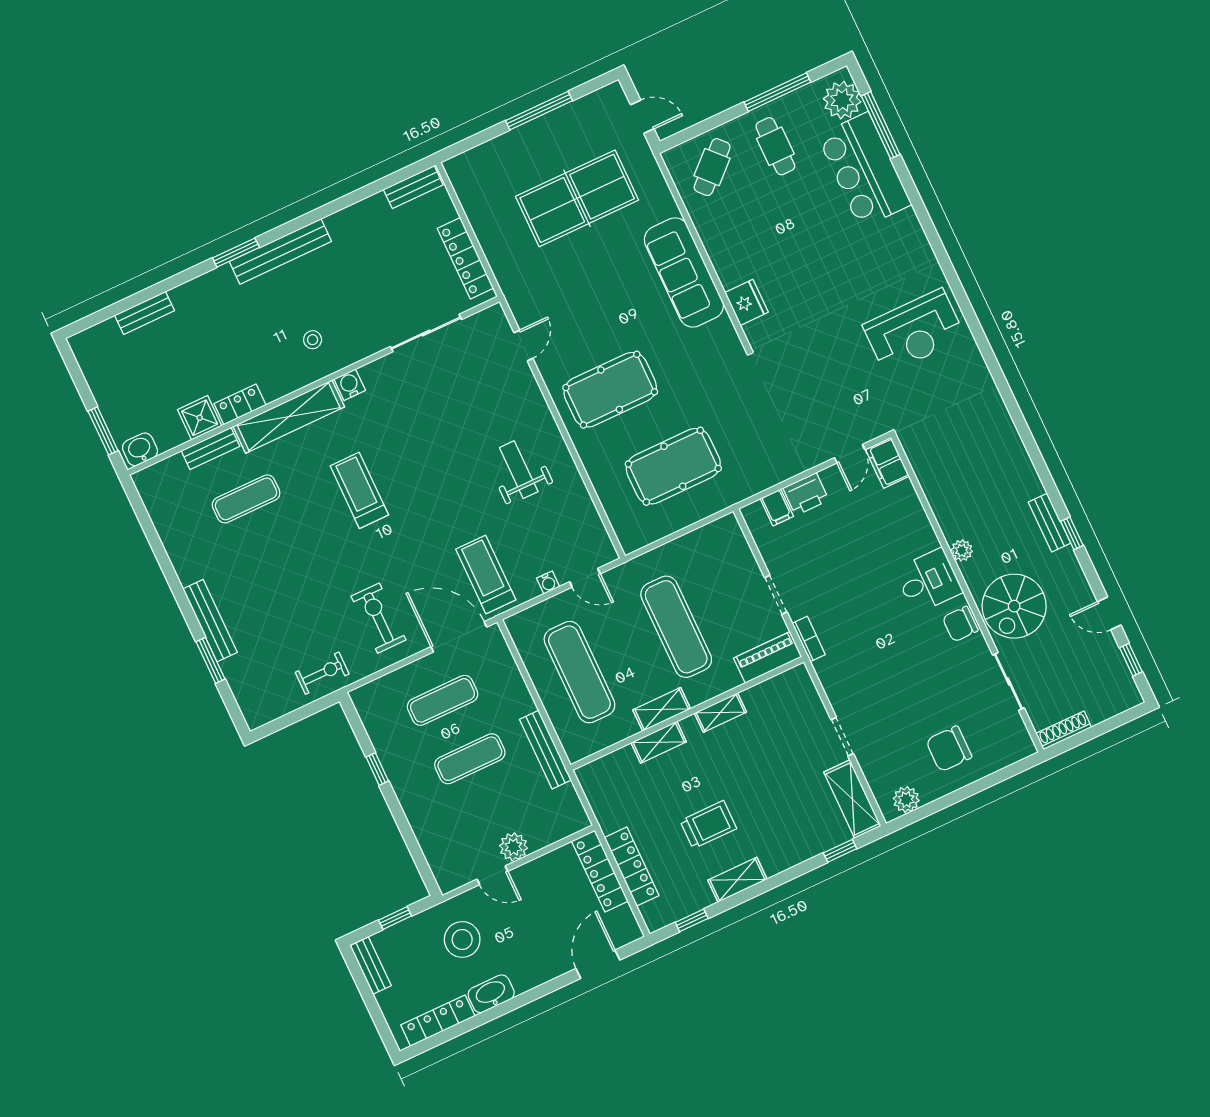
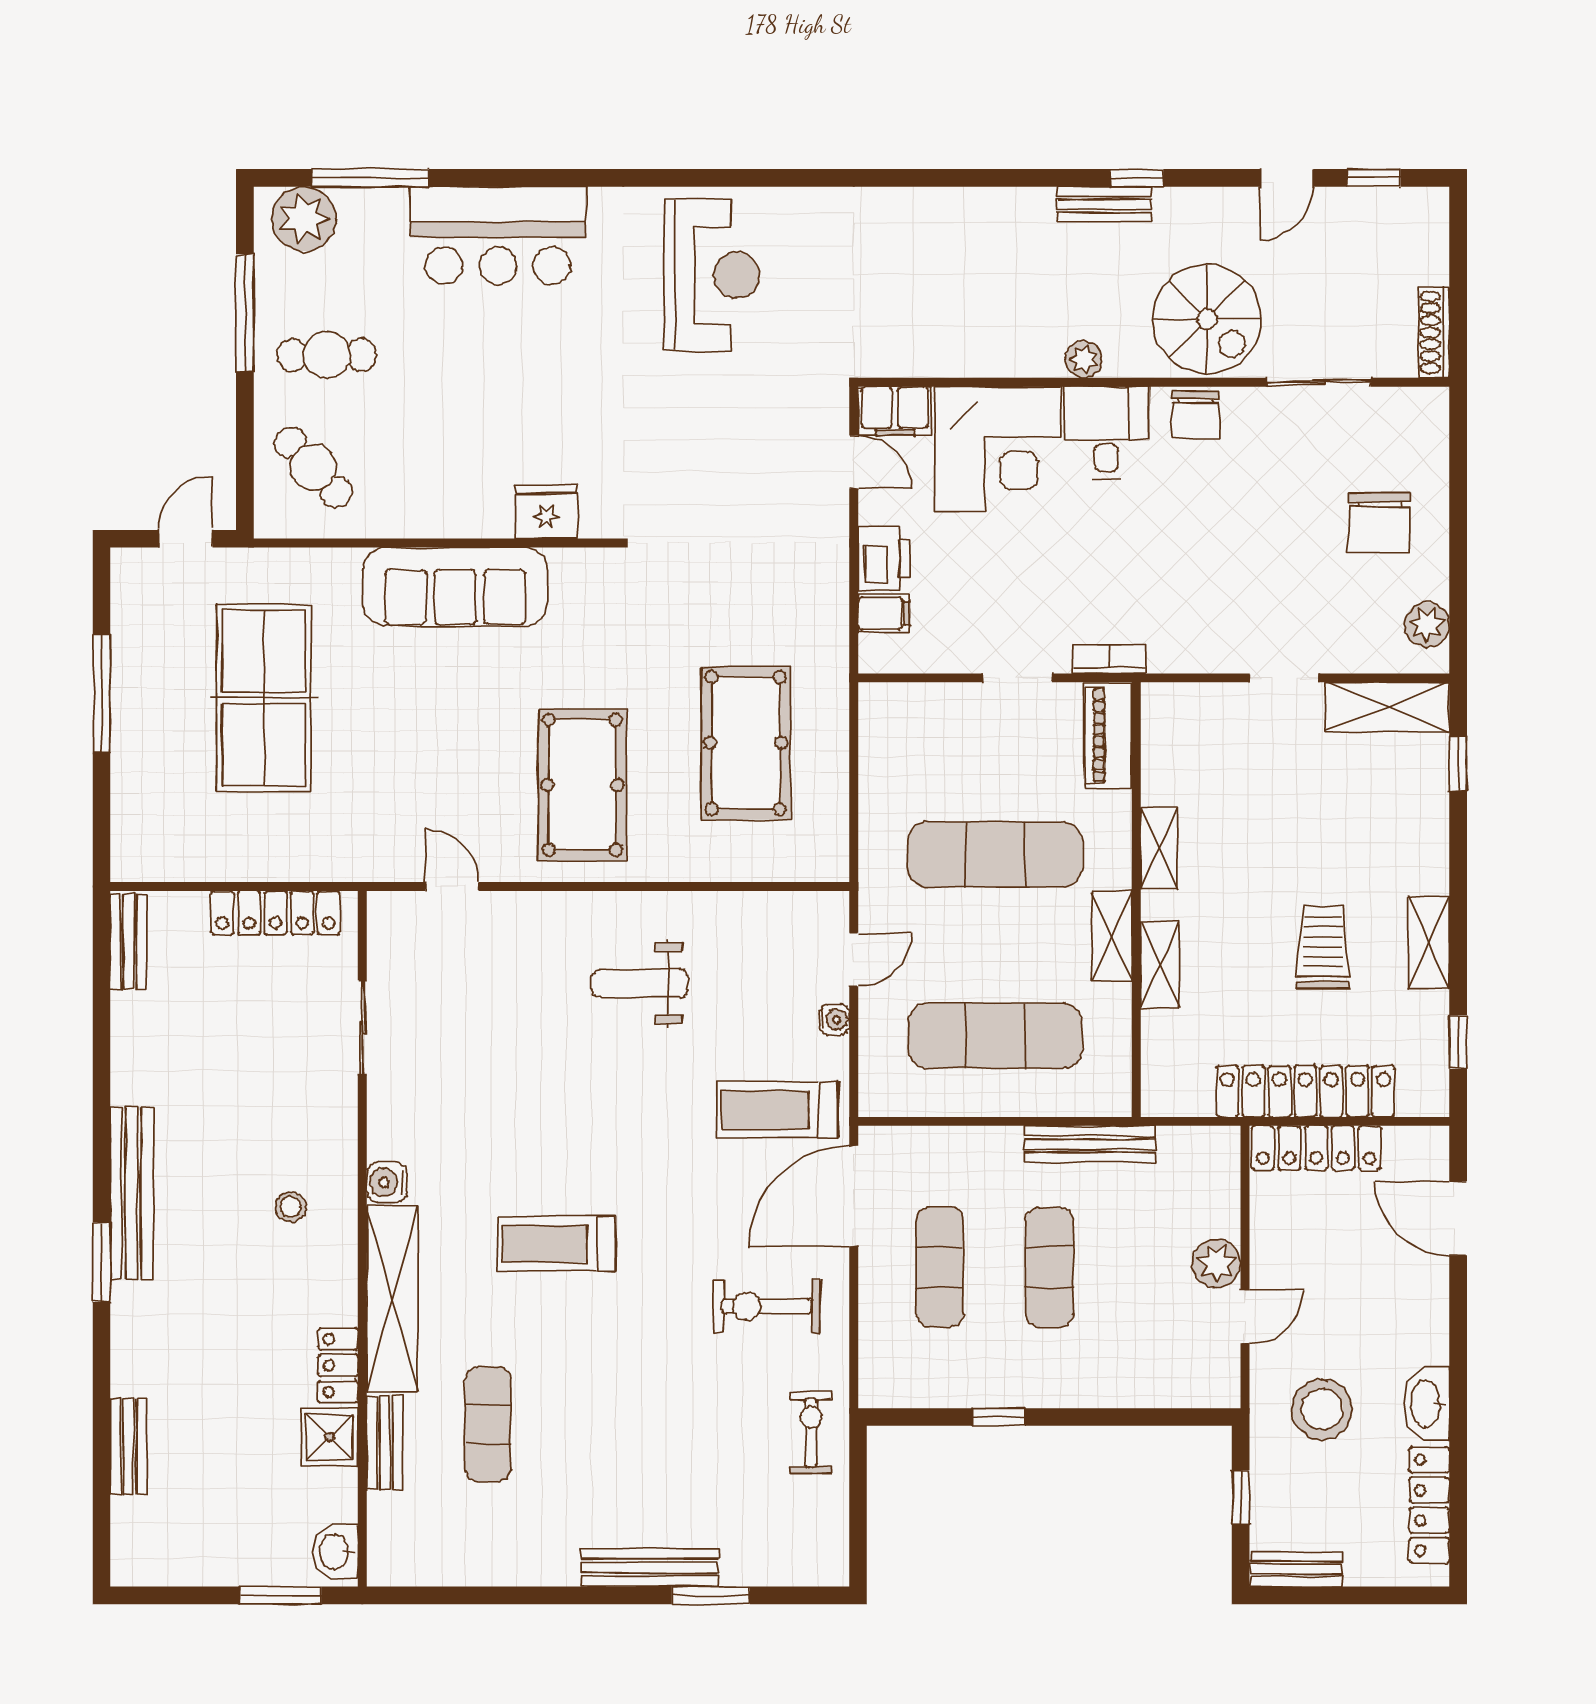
bar counter: (864, 170) -> (498, 235), moved
sliding door: (426, 333) -> (362, 1028), width x0.73
corner desk: (893, 527) -> (997, 449), added
locker: (632, 867) -> (1305, 1091), width x1.41, depth x1.21

